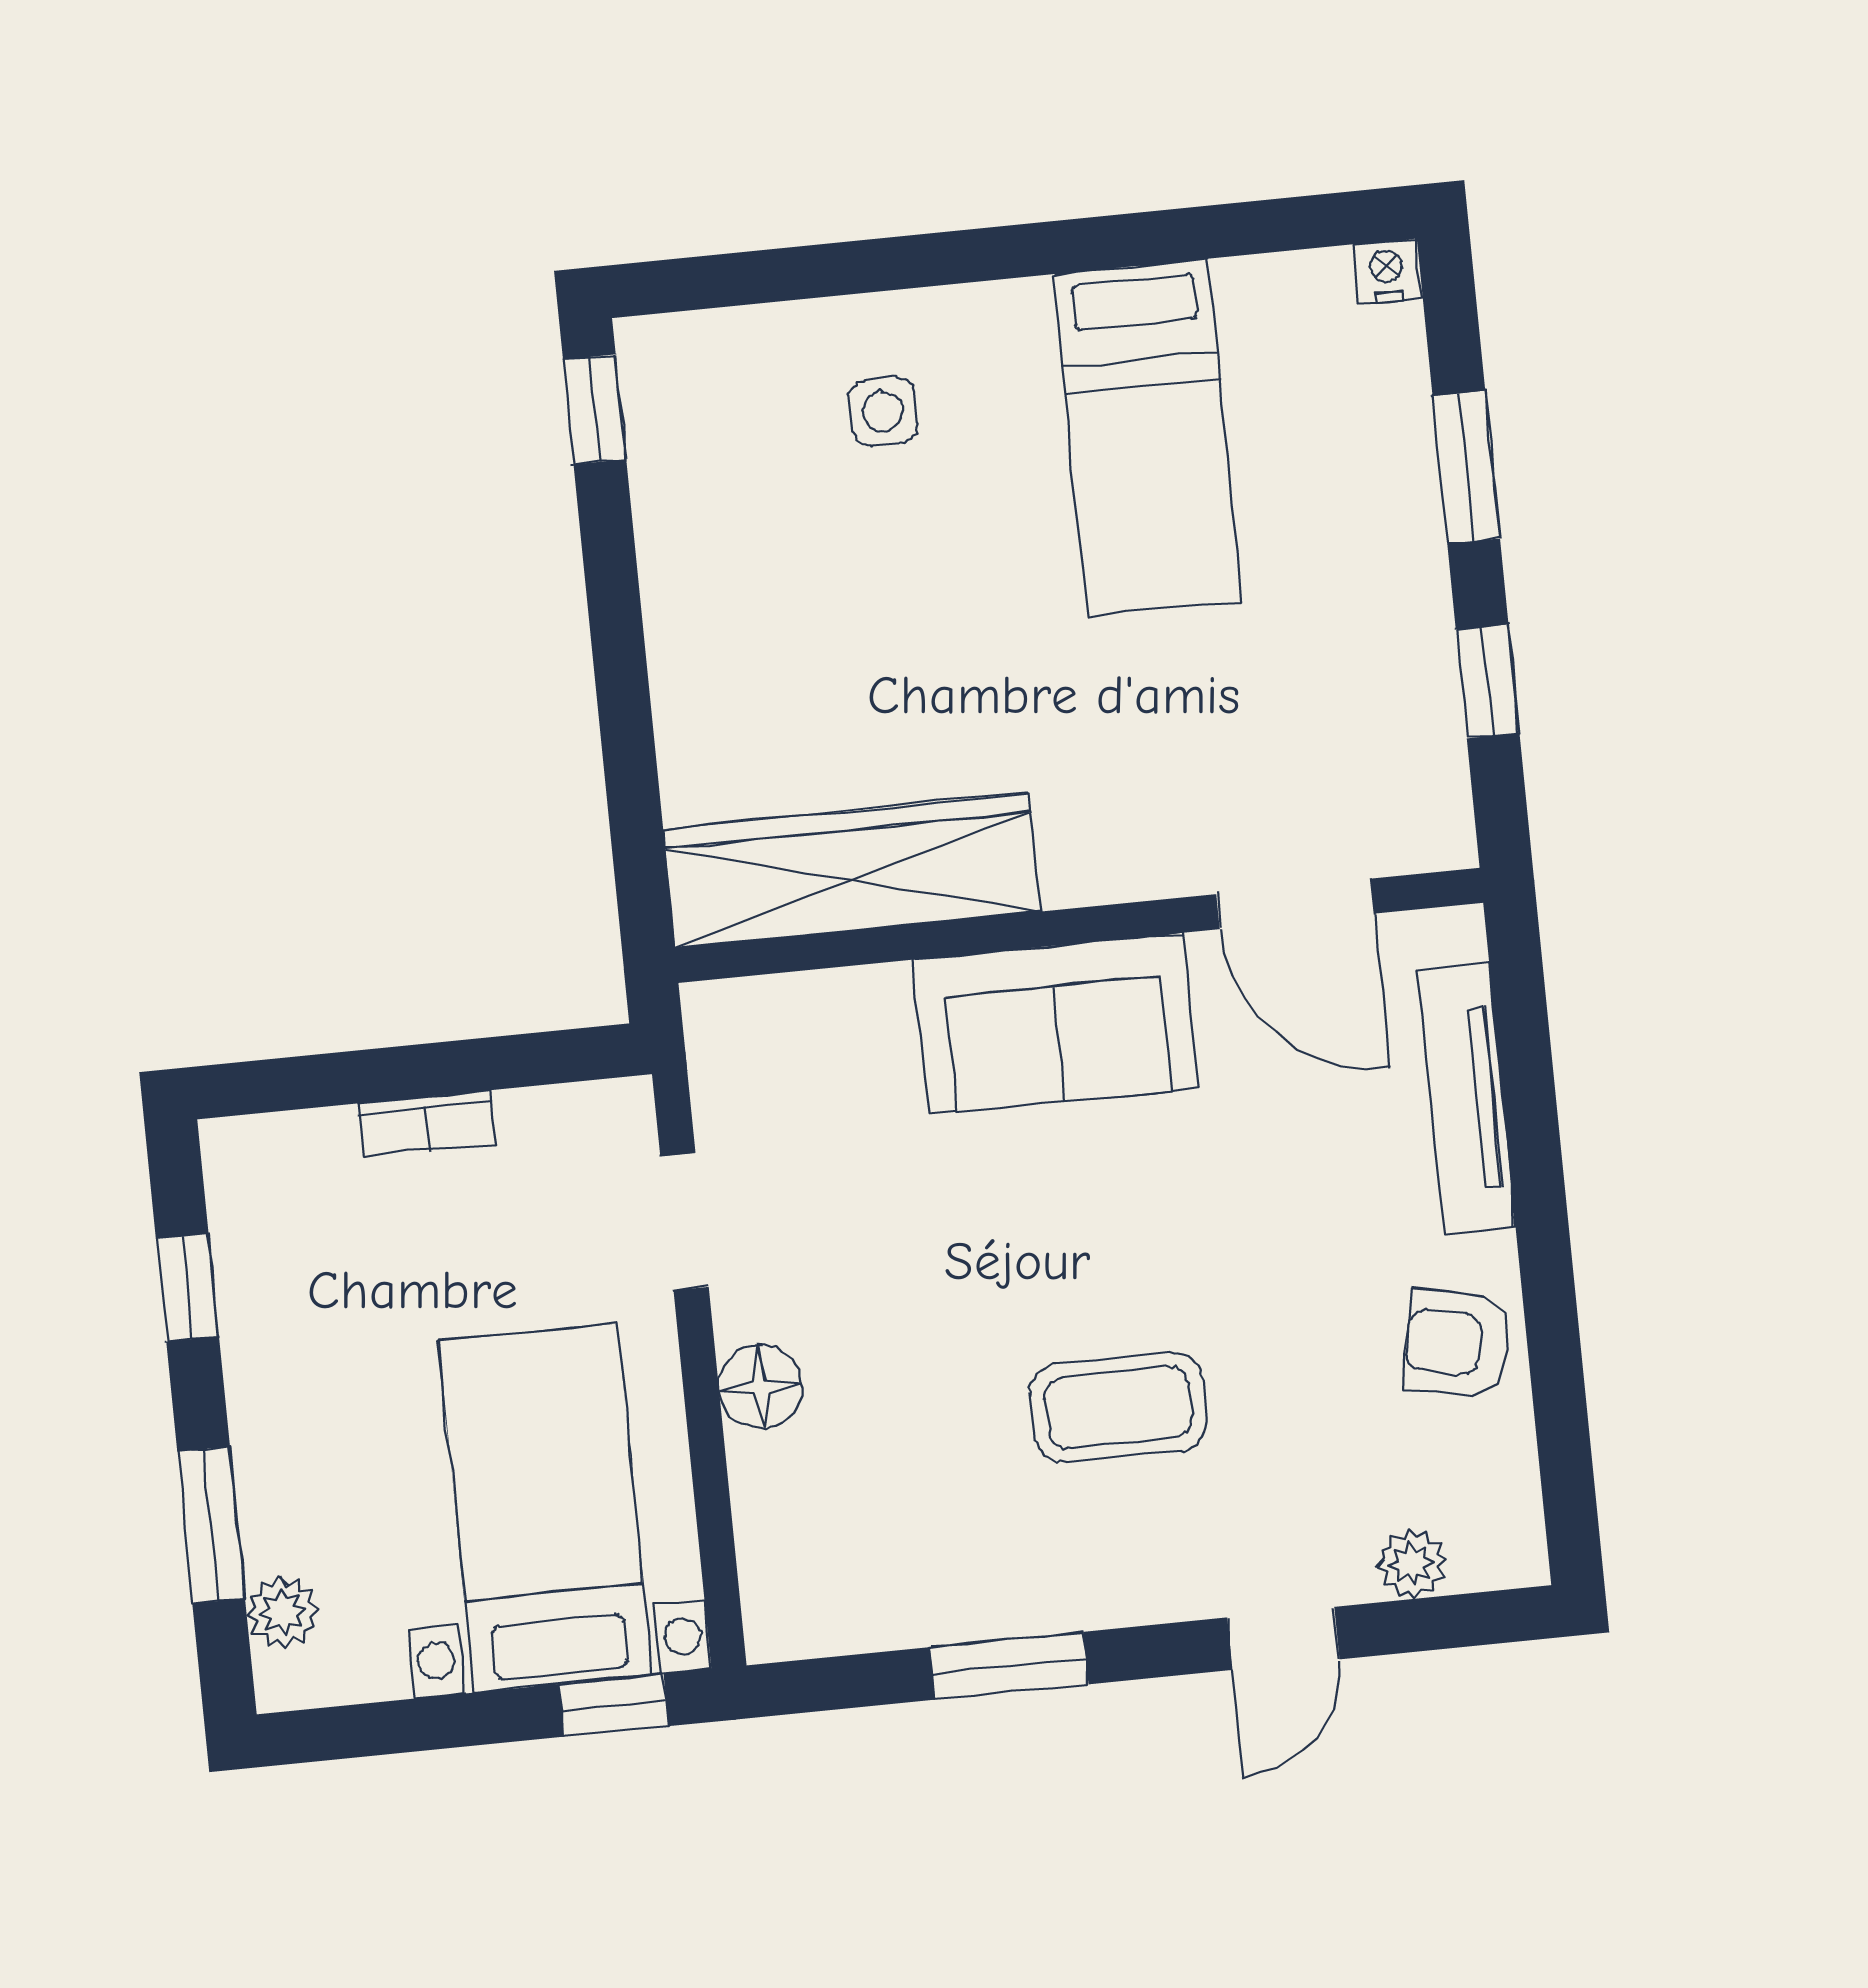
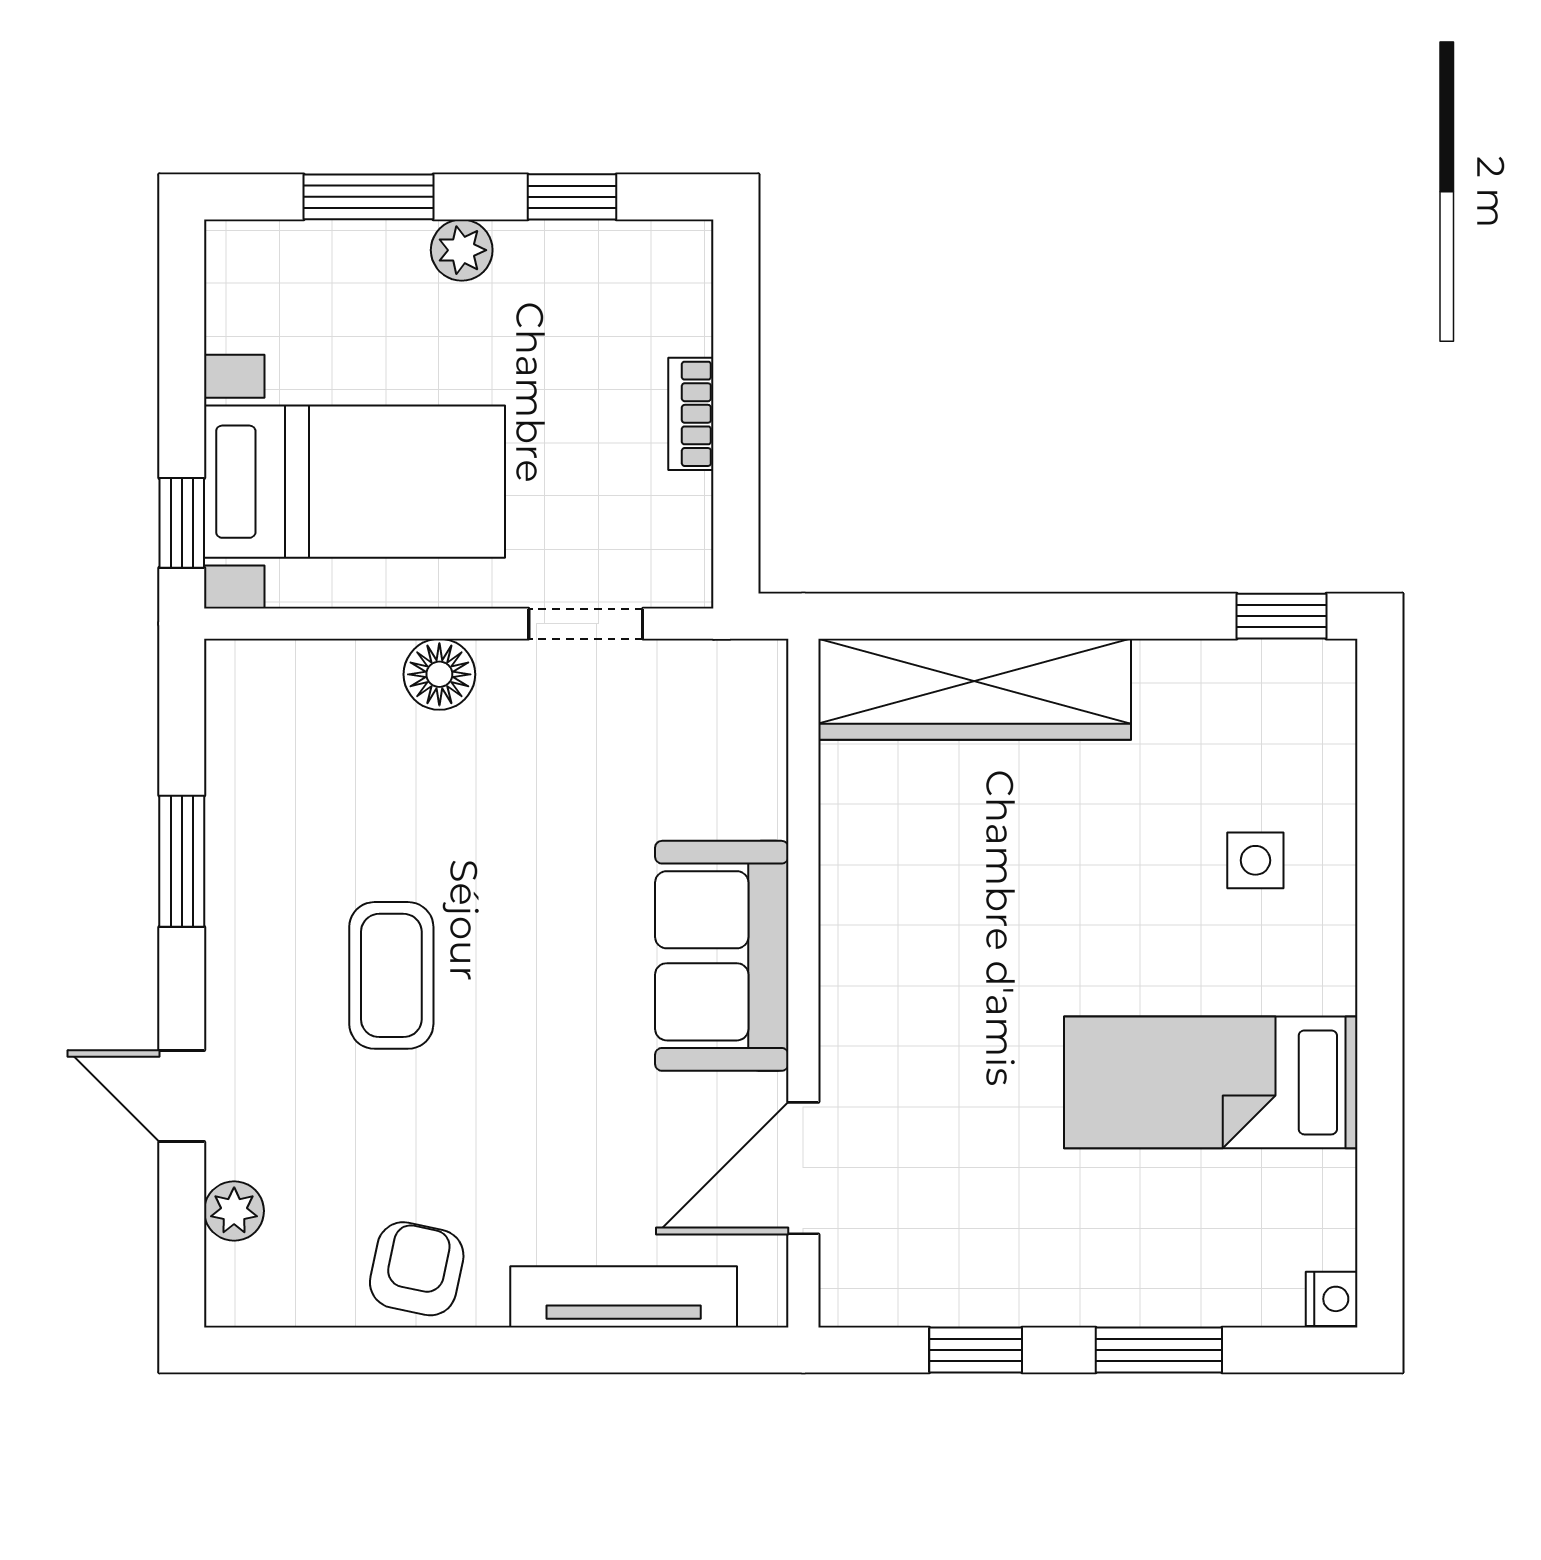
wardrobe: (851, 871) -> (975, 689), moved, turned 90
plant: (283, 1612) -> (462, 250), moved

